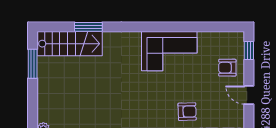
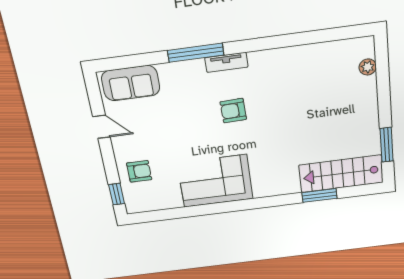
door: (249, 95) -> (102, 127), moved
armchair: (187, 112) -> (233, 111), moved

